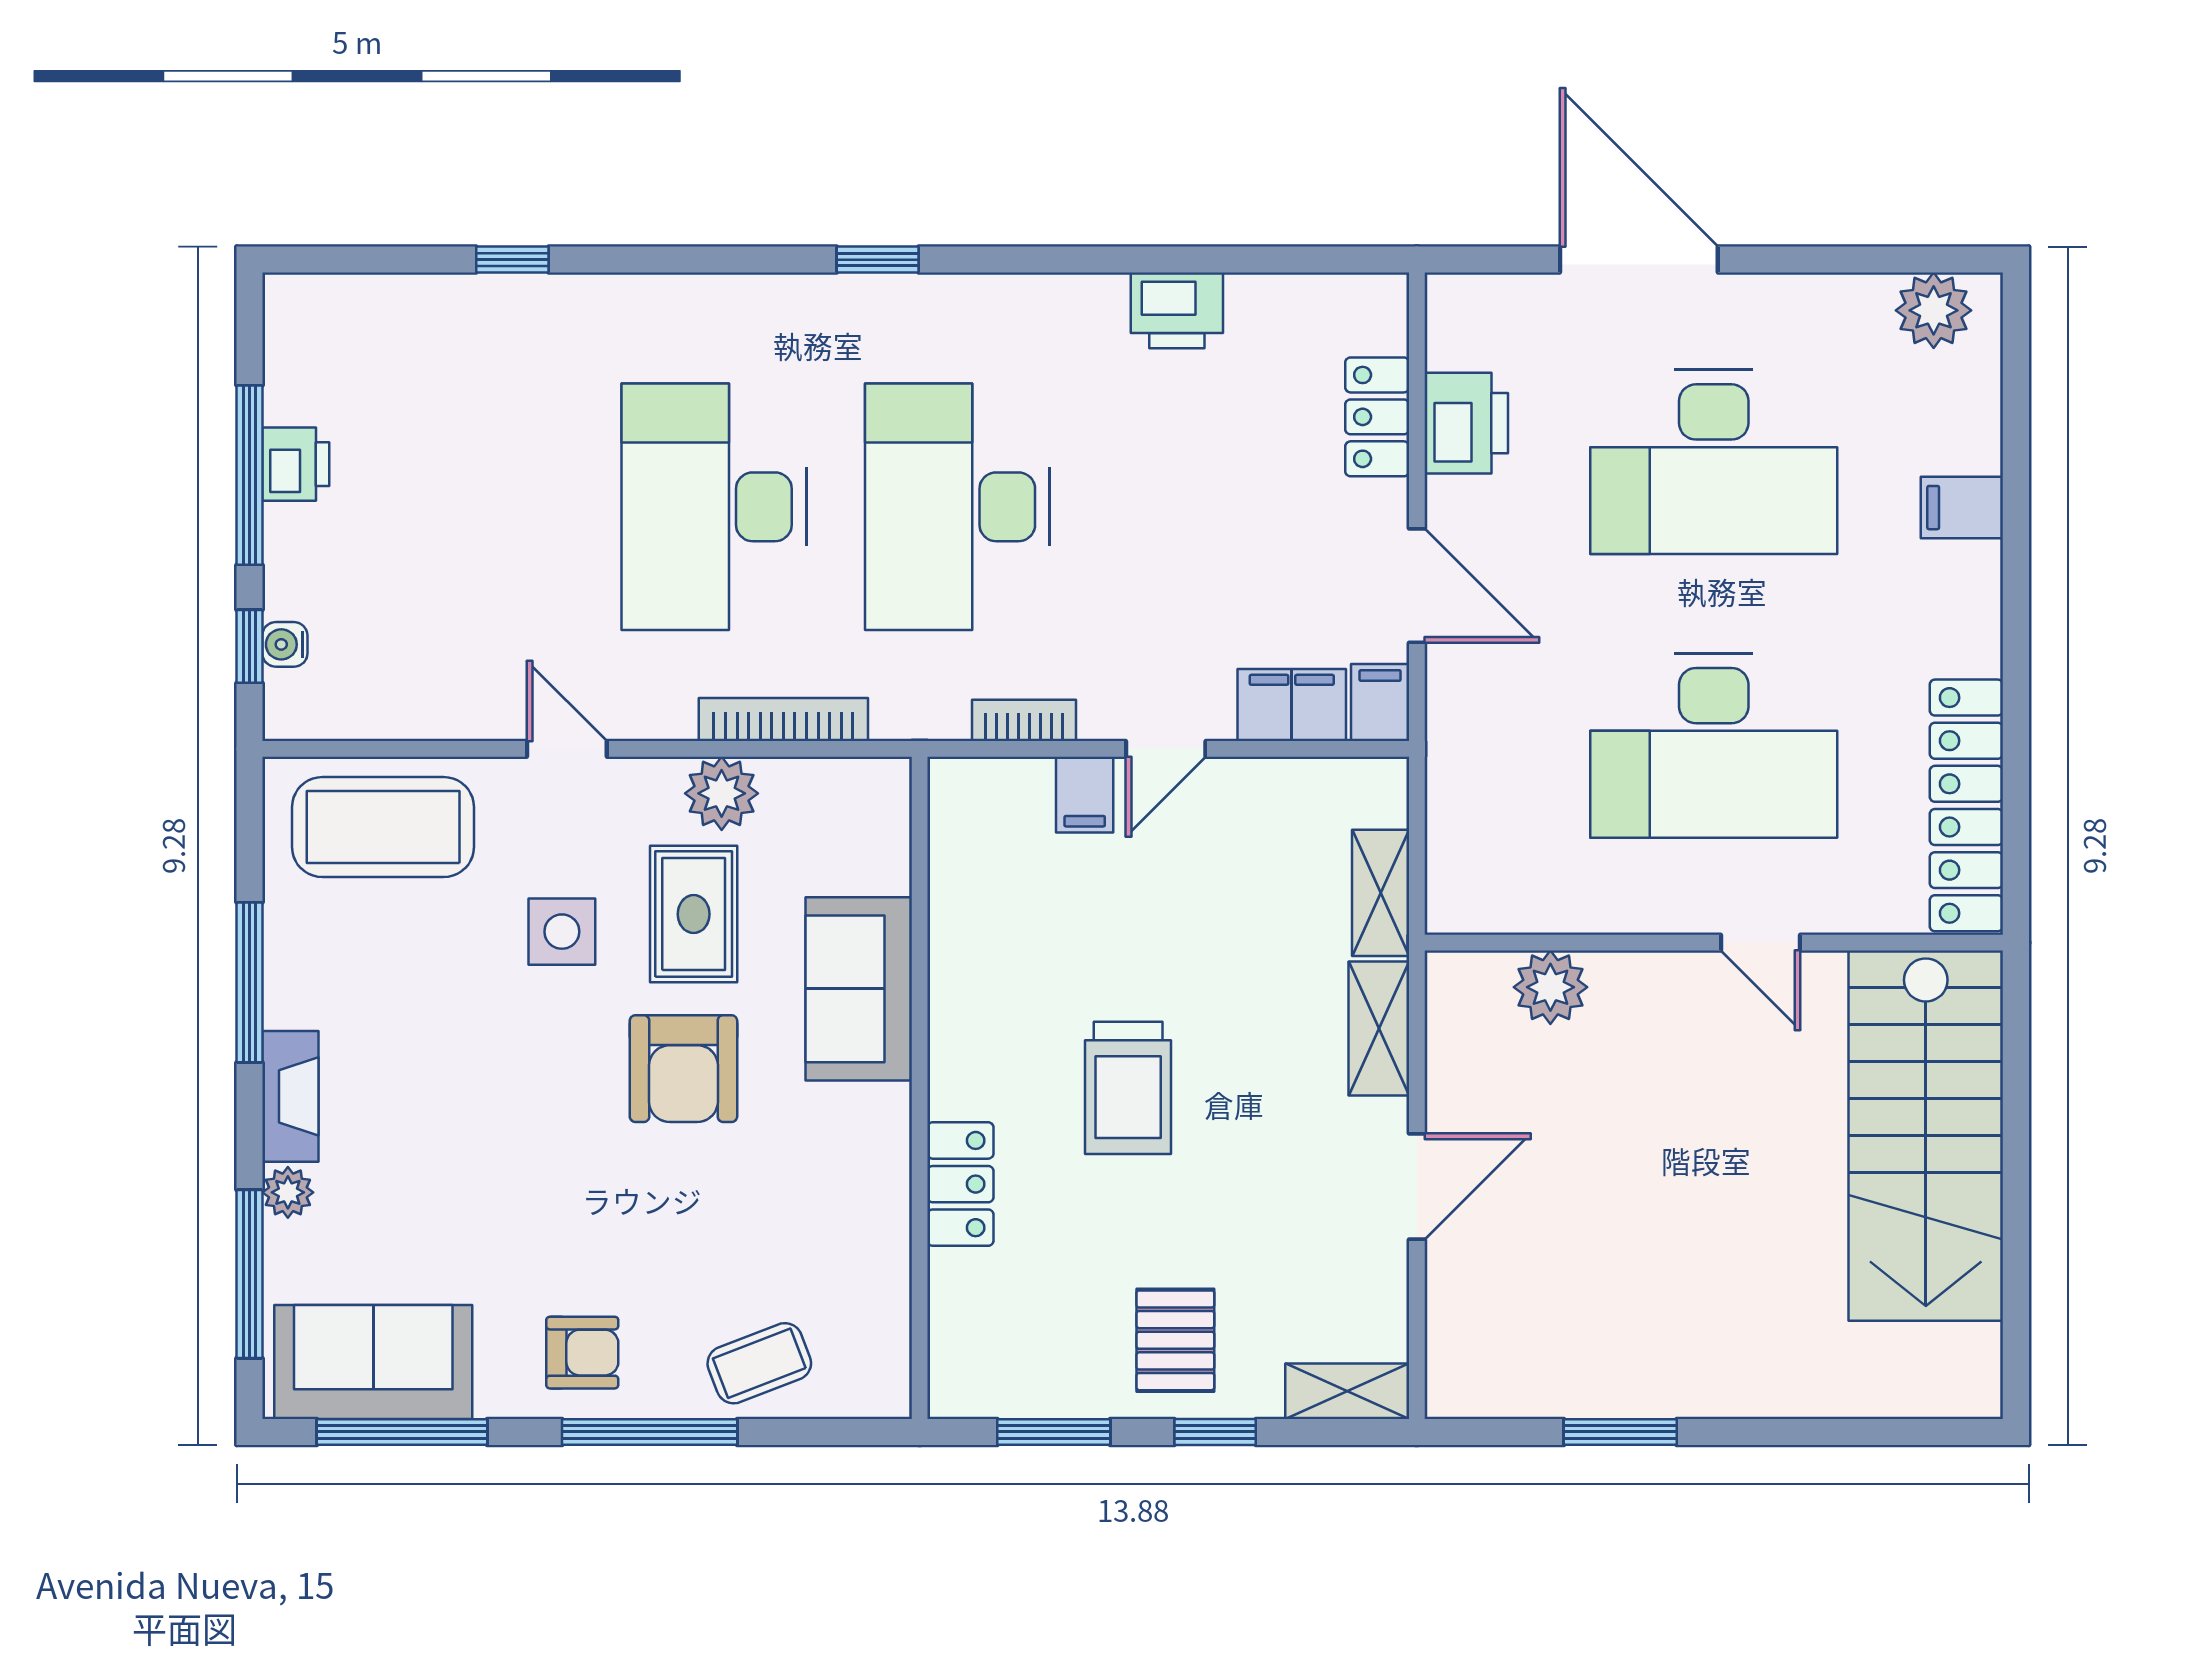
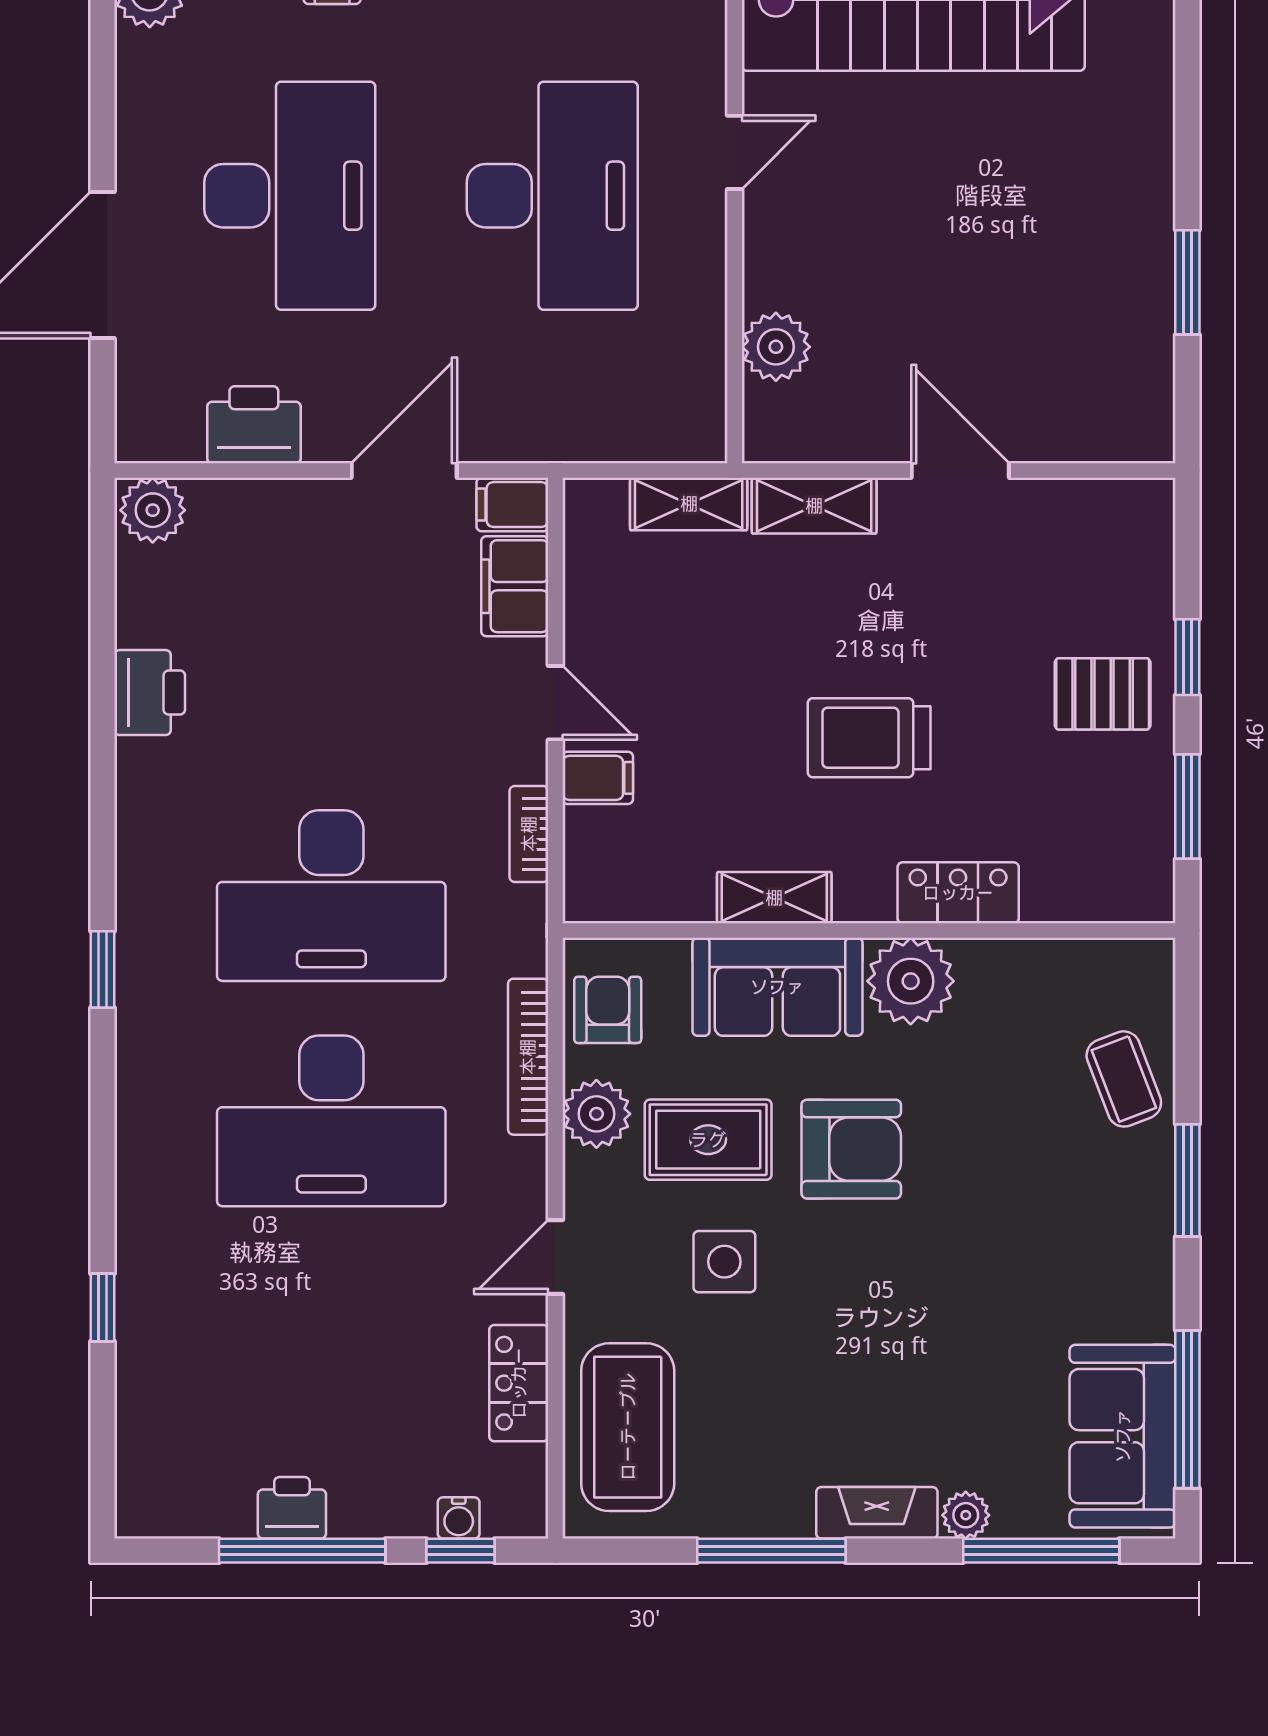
plant: (1374, 314) -> (153, 510), added
locker: (1377, 417) -> (519, 1383), moved, turned 90
trolley: (1128, 1088) -> (869, 738), turned 180
plant: (865, 1133) -> (911, 981), added
armchair: (582, 1353) -> (608, 1010), moved
shelving: (1347, 1391) -> (774, 898), moved, turned 90
window: (650, 1432) -> (1187, 1180), width x0.69

